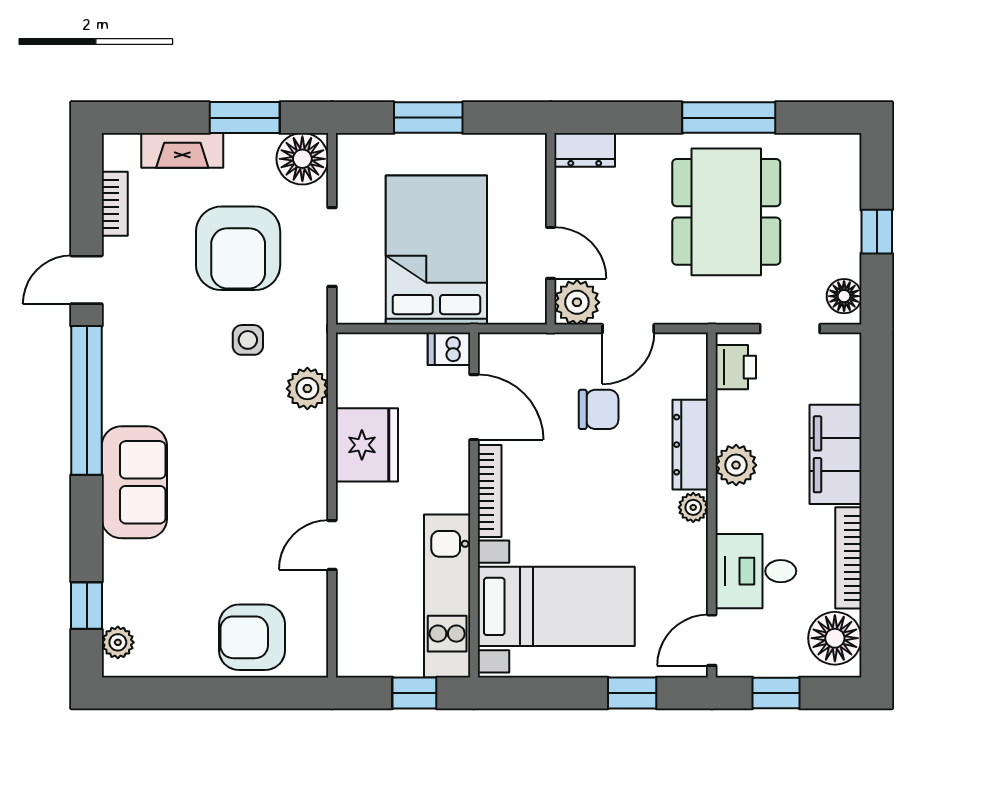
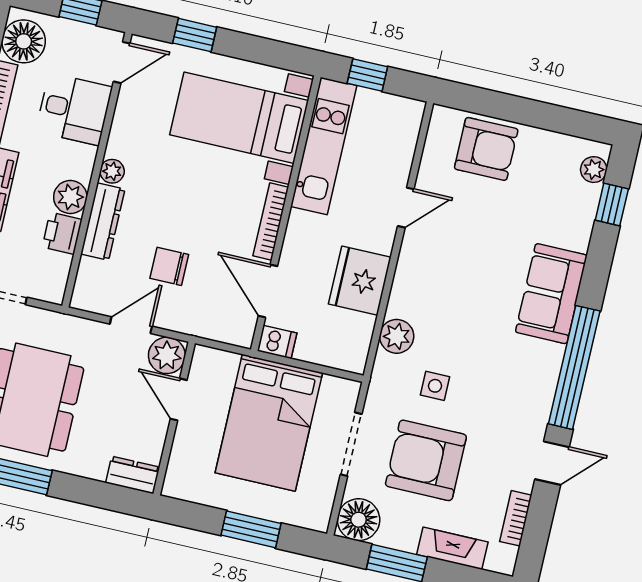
armchair: (238, 248) -> (426, 460), turned -90
printer: (736, 367) -> (62, 233), moved

